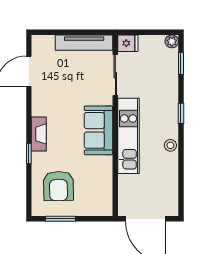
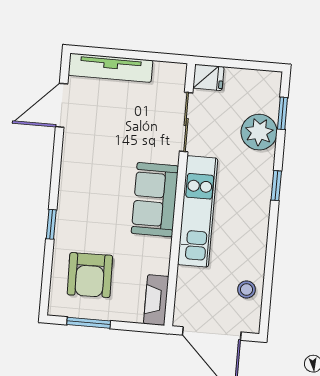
plant: (172, 41) -> (259, 132), moved, width x1.88, depth x1.88
tv unit: (84, 43) -> (110, 68), moved
fireplace: (39, 134) -> (156, 300), moved, turned 180
stool: (170, 145) -> (246, 289), moved

